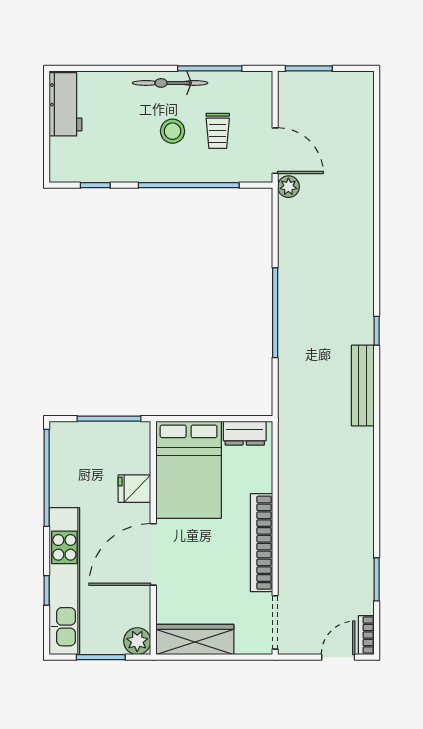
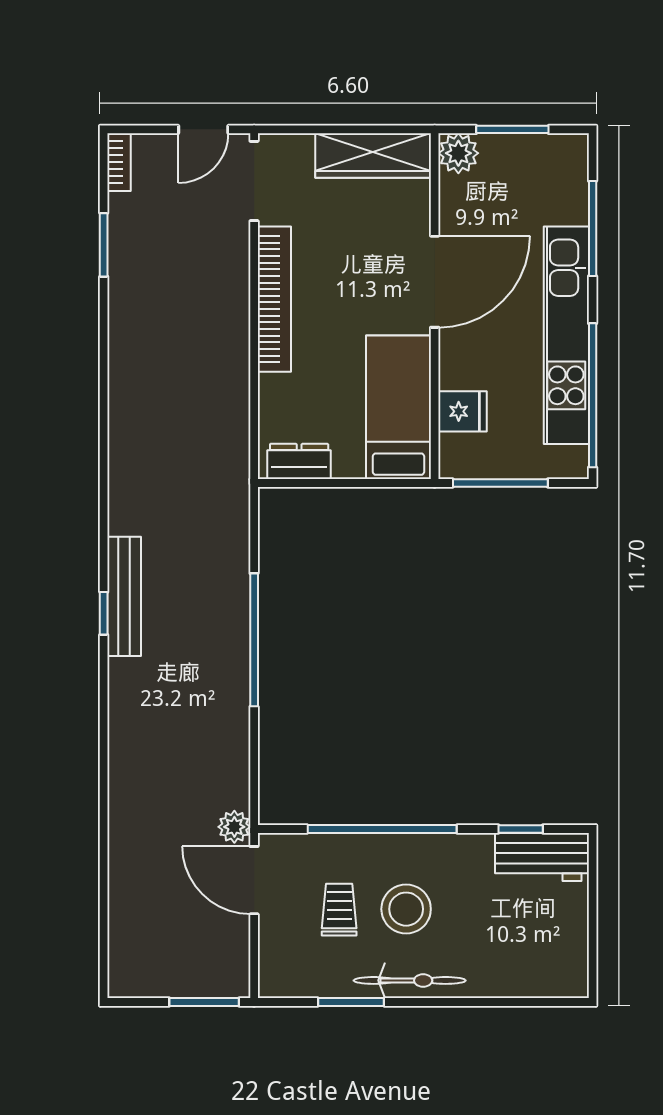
window: (210, 68) -> (351, 1002), width x0.69
workbench: (66, 104) -> (542, 857), moved, turned -90
stool: (173, 131) -> (406, 909), width x1.38, depth x1.38
bench: (363, 386) -> (124, 596), moved
bed: (189, 470) -> (398, 407), width x0.67
fridge: (134, 489) -> (463, 411), moved
kitchen unit: (64, 581) -> (566, 335), moved
window: (47, 590) -> (593, 229), width x2.17
door: (338, 657) -> (203, 129), moved

